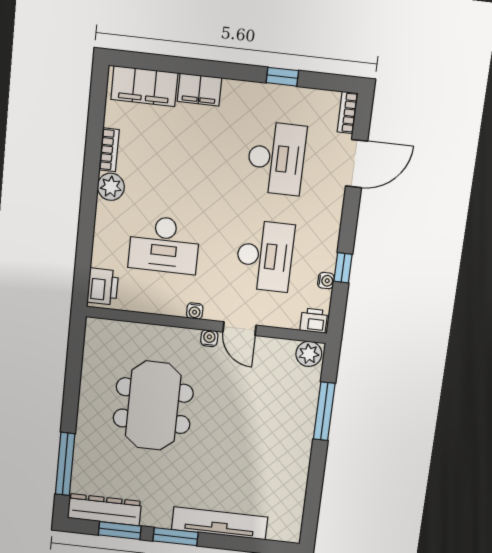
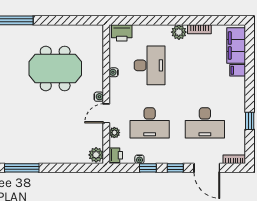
filing cabinet: (200, 90) -> (238, 70), width x0.50
window: (349, 220) -> (175, 168), added
desk: (164, 245) -> (150, 65), turned 180
water cooler: (195, 311) -> (114, 72), moved
plant: (274, 318) -> (114, 133), added
window: (324, 411) -> (22, 168), moved

